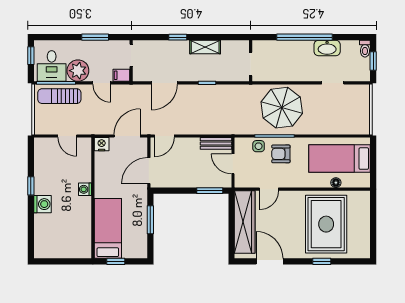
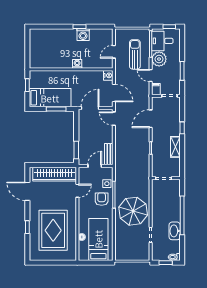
door: (102, 83) -> (151, 75), hinge flipped
door: (164, 83) -> (151, 119), hinge flipped
sun lounger: (59, 96) -> (135, 54), moved
parasol: (282, 108) -> (133, 211), moved
door: (149, 171) -> (90, 108), hinge flipped
door: (269, 189) -> (77, 191), swing flipped
washing machine: (42, 204) -> (83, 35), moved
rug: (326, 224) -> (53, 230), turned 90
bed: (108, 228) -> (50, 98), moved
door: (270, 261) -> (27, 191), swing flipped

